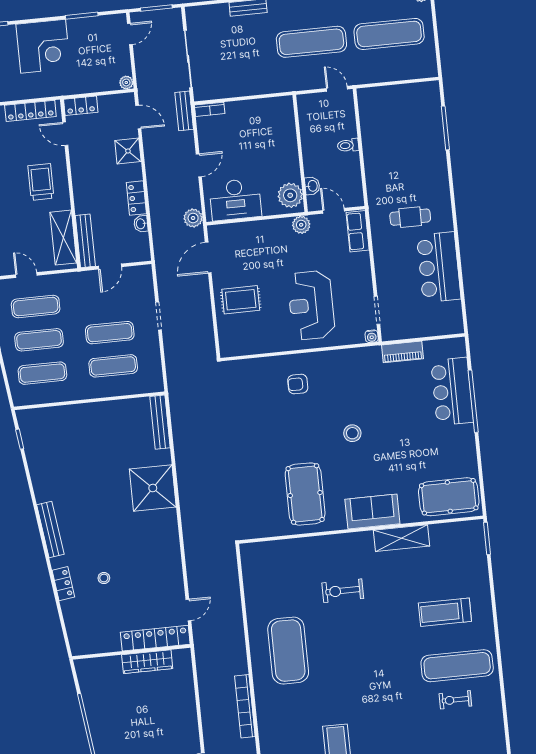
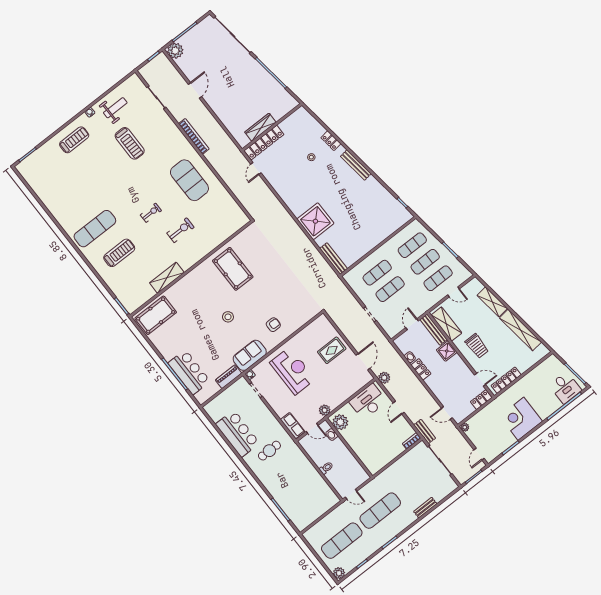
shower: (128, 151) -> (447, 351), moved
sofa: (372, 512) -> (250, 355), moved, turned 180
exercise bike: (455, 700) -> (151, 213), moved

